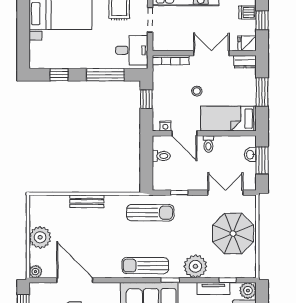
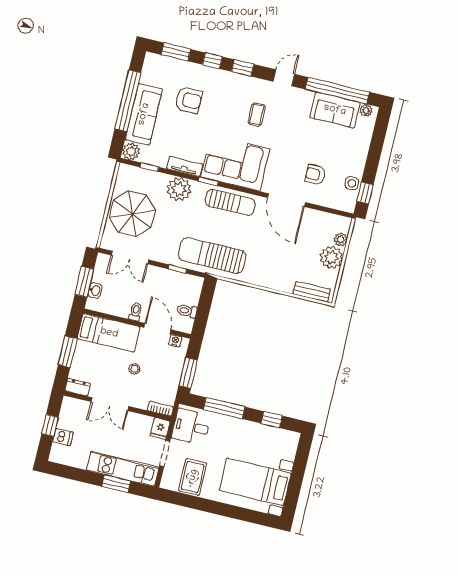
fridge: (247, 43) -> (160, 428), moved, turned 90
bookcase: (171, 60) -> (160, 409), width x0.64
window: (146, 99) -> (188, 373), width x1.50
bench: (87, 201) -> (312, 292), moved
sun lounger: (150, 213) -> (212, 255), width x1.36, depth x1.34
plant: (35, 272) -> (341, 240), moved
door: (75, 280) -> (286, 200), moved
tv unit: (213, 289) -> (185, 166), moved

